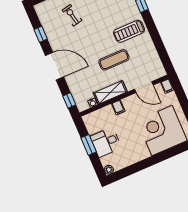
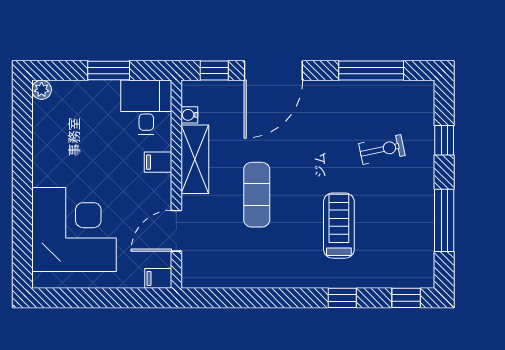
treadmill: (129, 31) -> (339, 226), moved
window: (41, 34) -> (371, 71), width x2.17
door: (54, 66) -> (273, 71), moved
desk: (106, 142) -> (146, 107), moved

